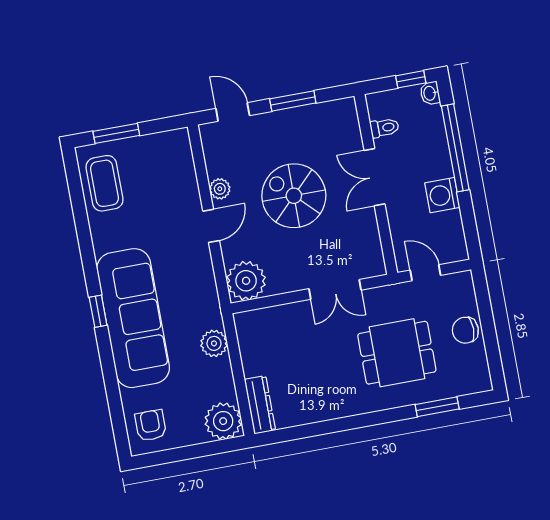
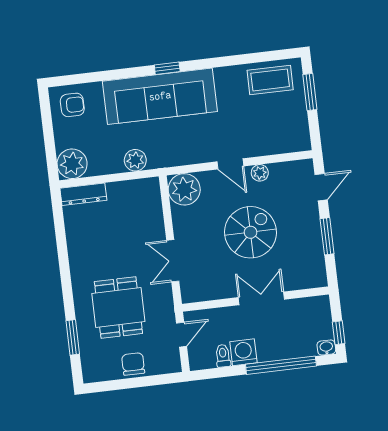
toilet: (385, 128) -> (223, 356), moved, turned 180

